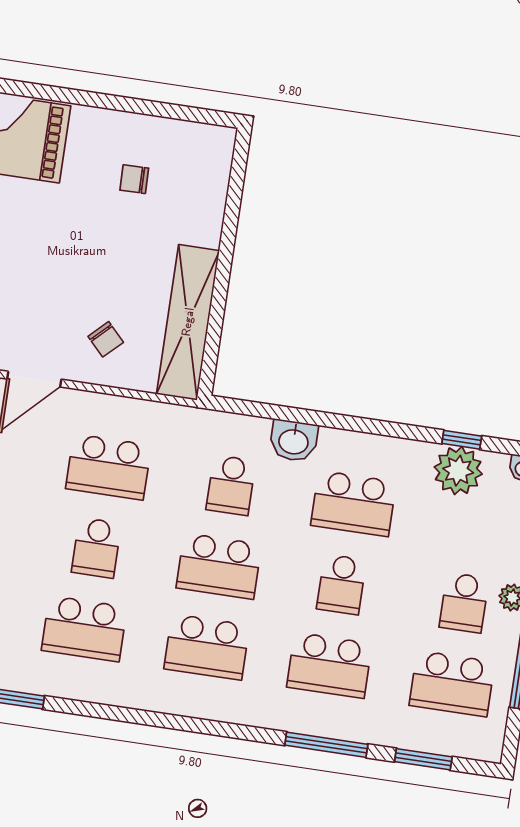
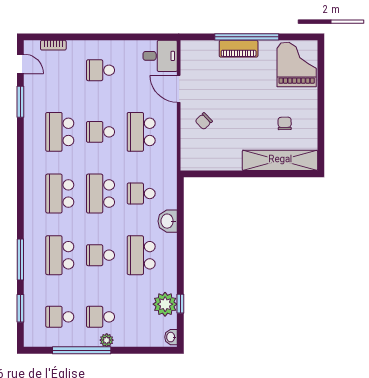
shelving: (188, 322) -> (280, 160), moved
school desk: (452, 684) -> (60, 317), width x0.54

